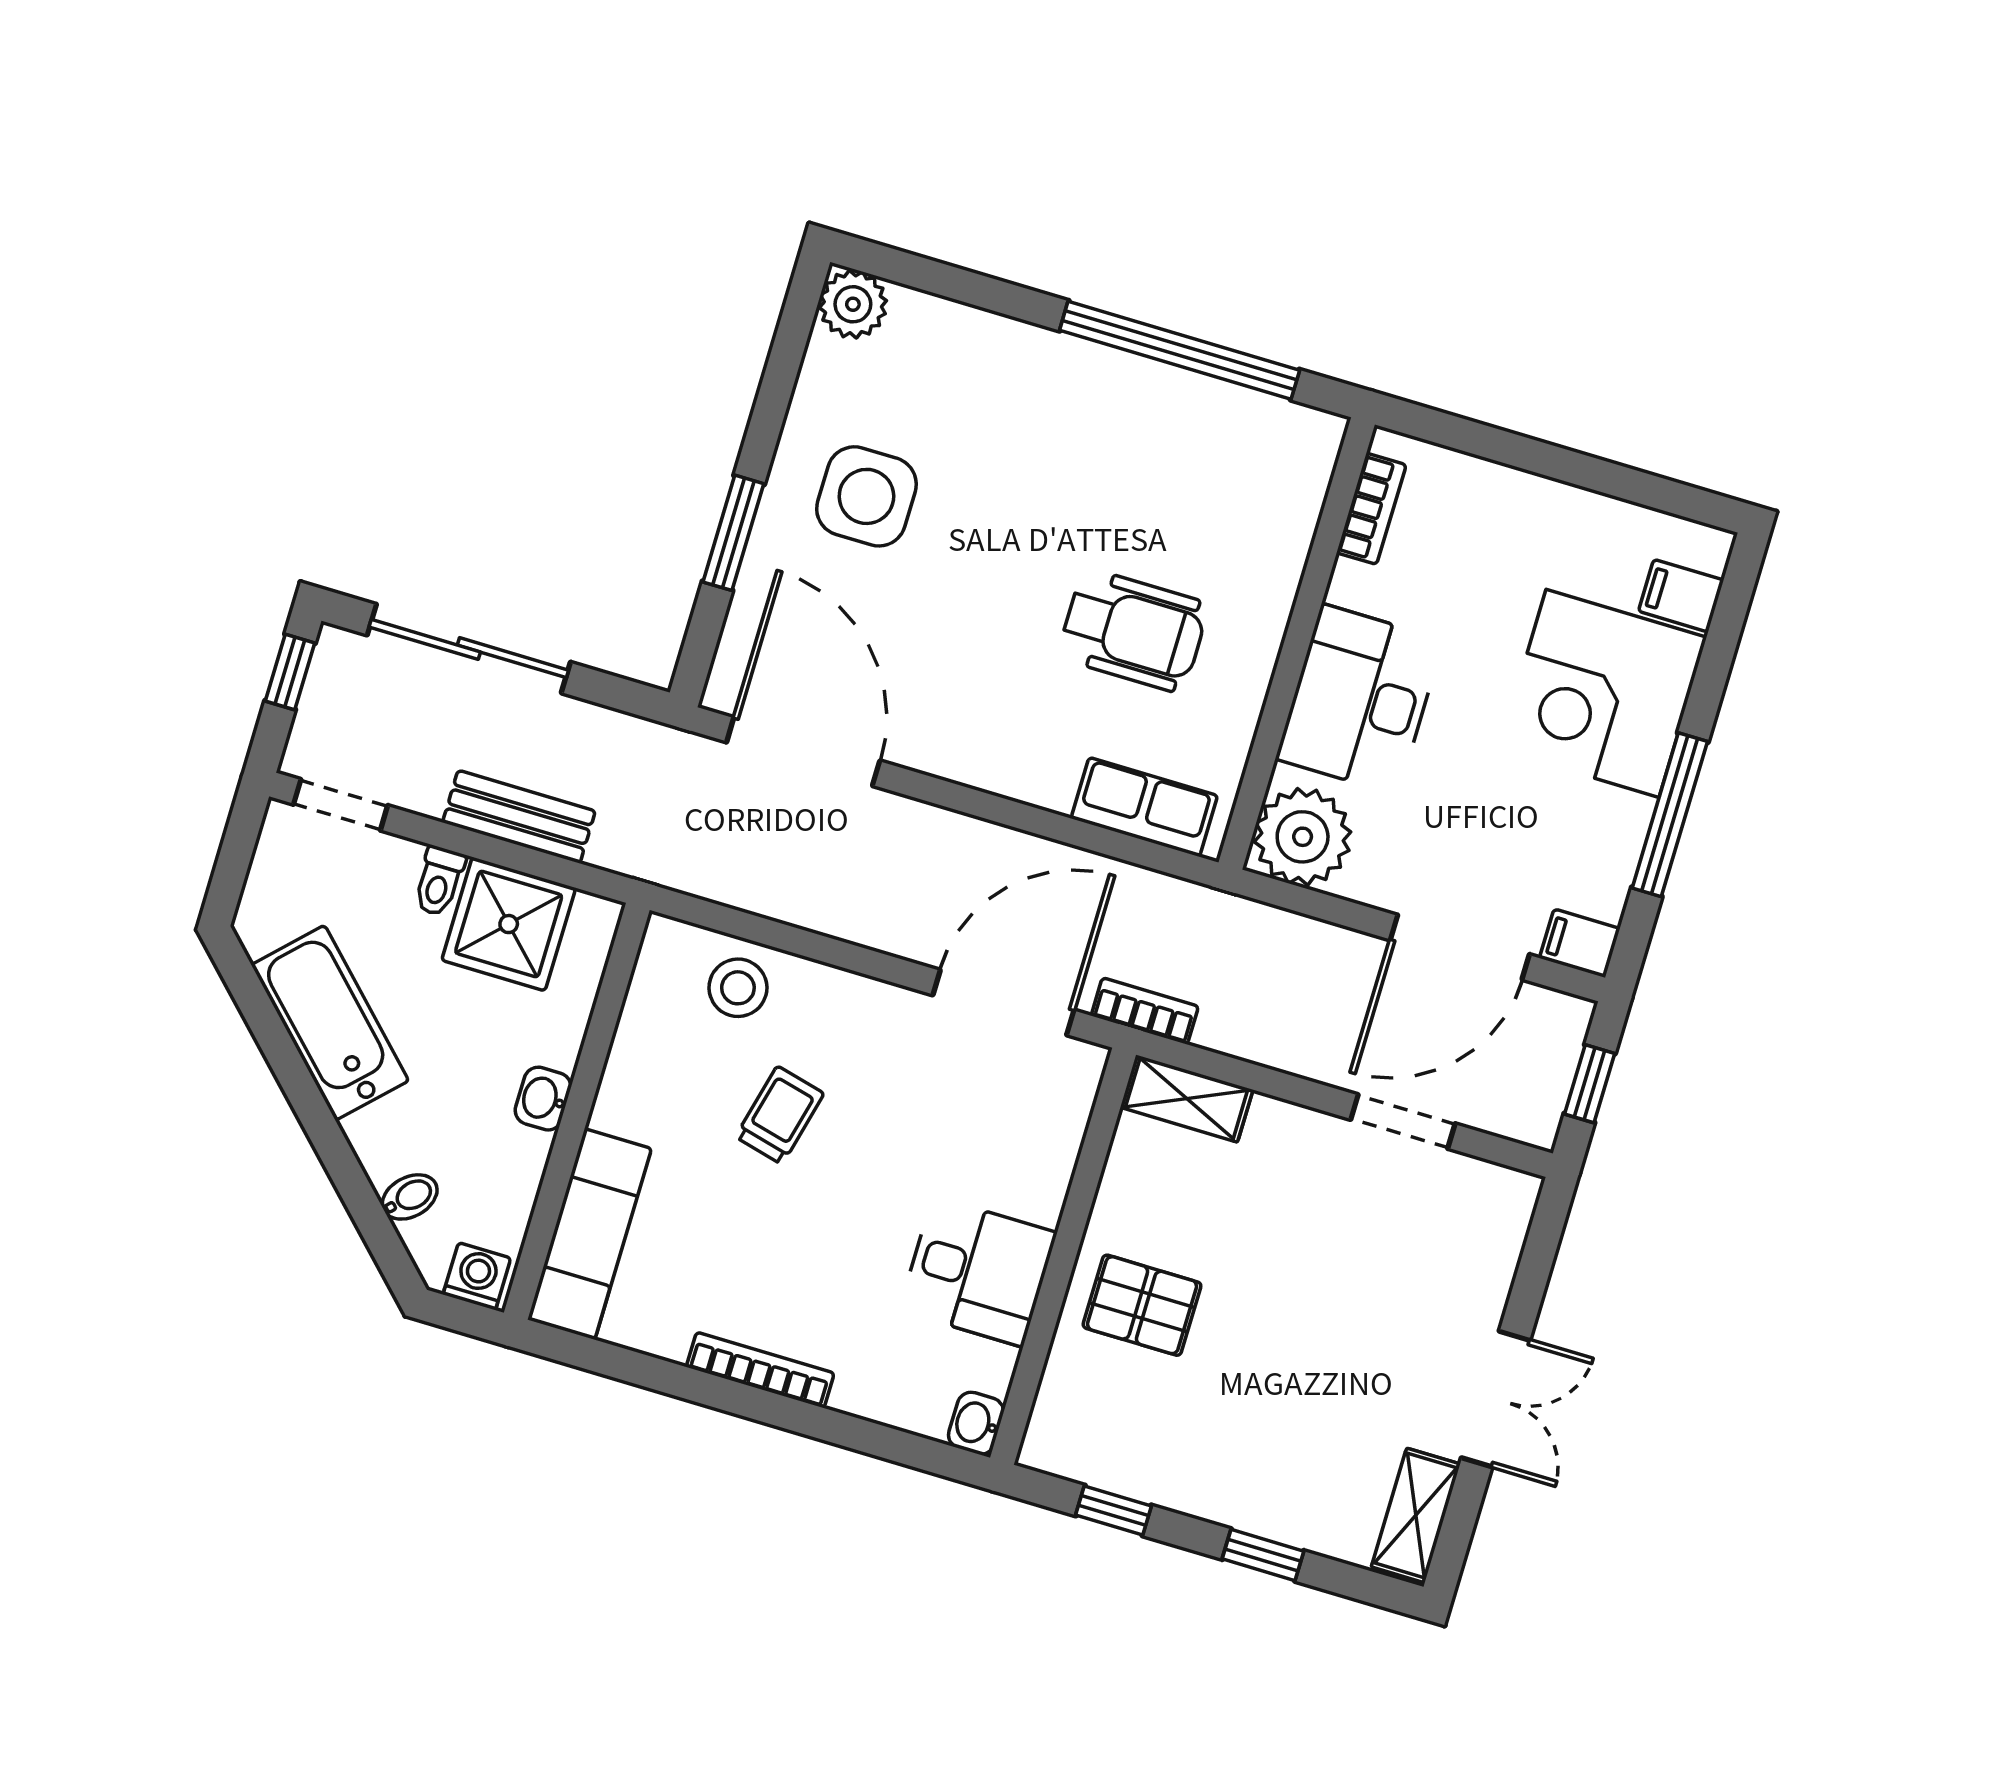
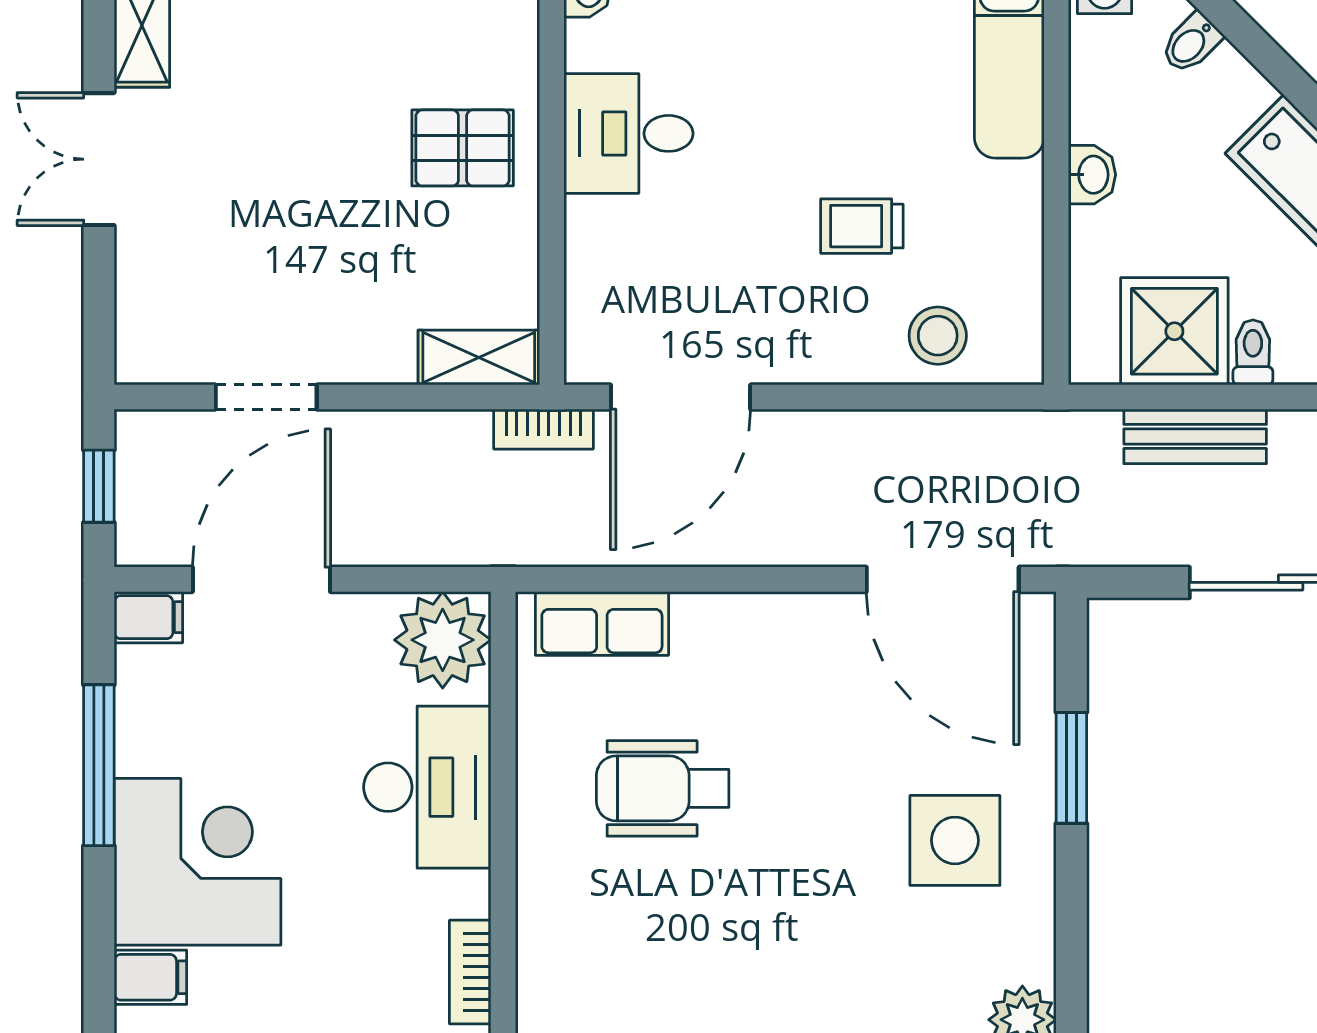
trolley: (780, 1115) -> (862, 226), turned 76

